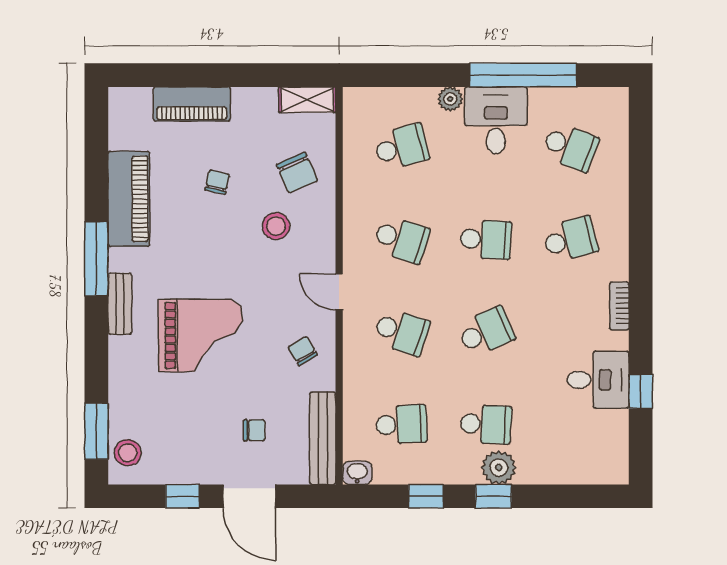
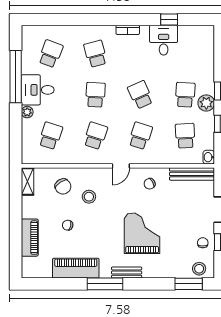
school desk: (401, 147) -> (51, 136), turned 33
chair: (297, 173) -> (63, 186), turned 79
chair: (254, 430) -> (203, 243), moved
plant: (499, 468) -> (206, 103), moved

